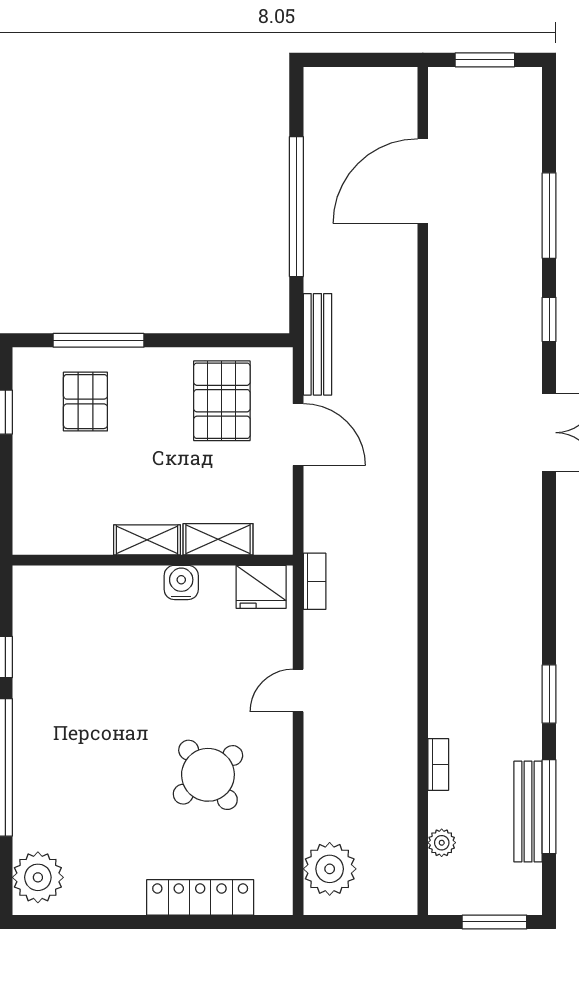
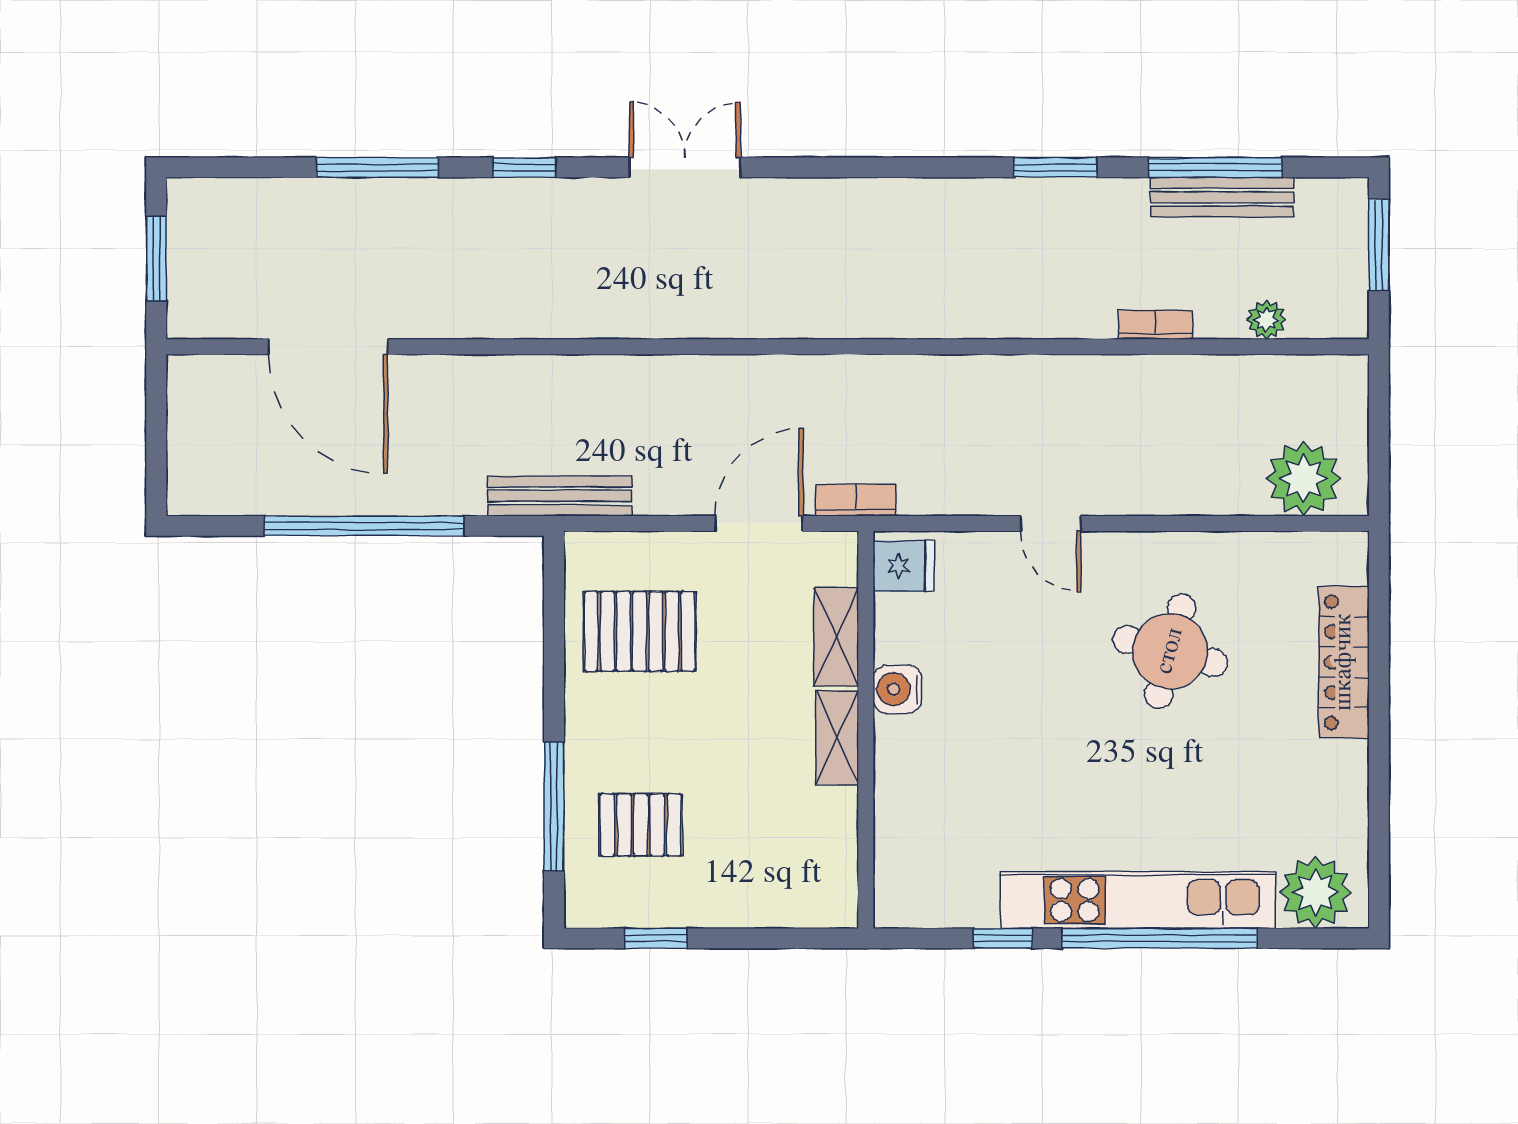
door: (298, 435) -> (759, 523), moved
bookcase: (315, 581) -> (856, 500), moved
fridge: (261, 587) -> (904, 566), width x0.72
kitchen unit: (32, 752) -> (1138, 900), added
round table: (208, 775) -> (1170, 651), turned -37

